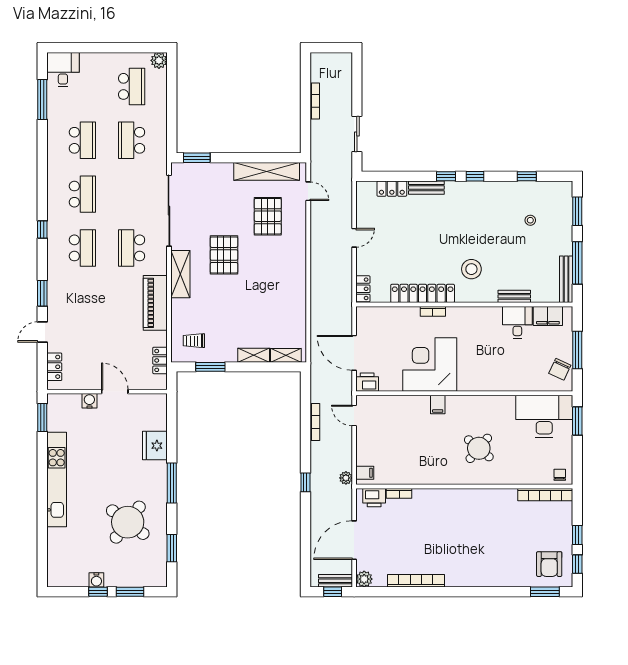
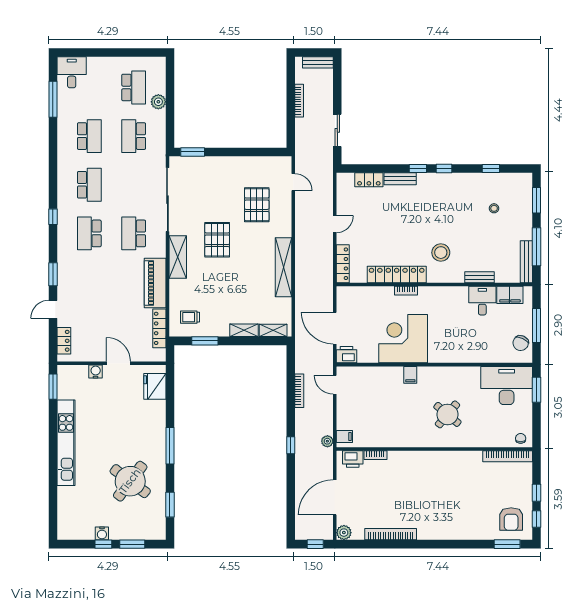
plant: (159, 60) -> (158, 102), moved
shelving: (267, 171) -> (284, 267), moved, turned 90
school desk: (82, 248) -> (89, 233), turned 180
locker: (363, 289) -> (343, 264), width x1.53
locker: (160, 360) -> (159, 328), width x1.53
fridge: (155, 446) -> (155, 386), moved
bench: (335, 581) -> (318, 62), moved

